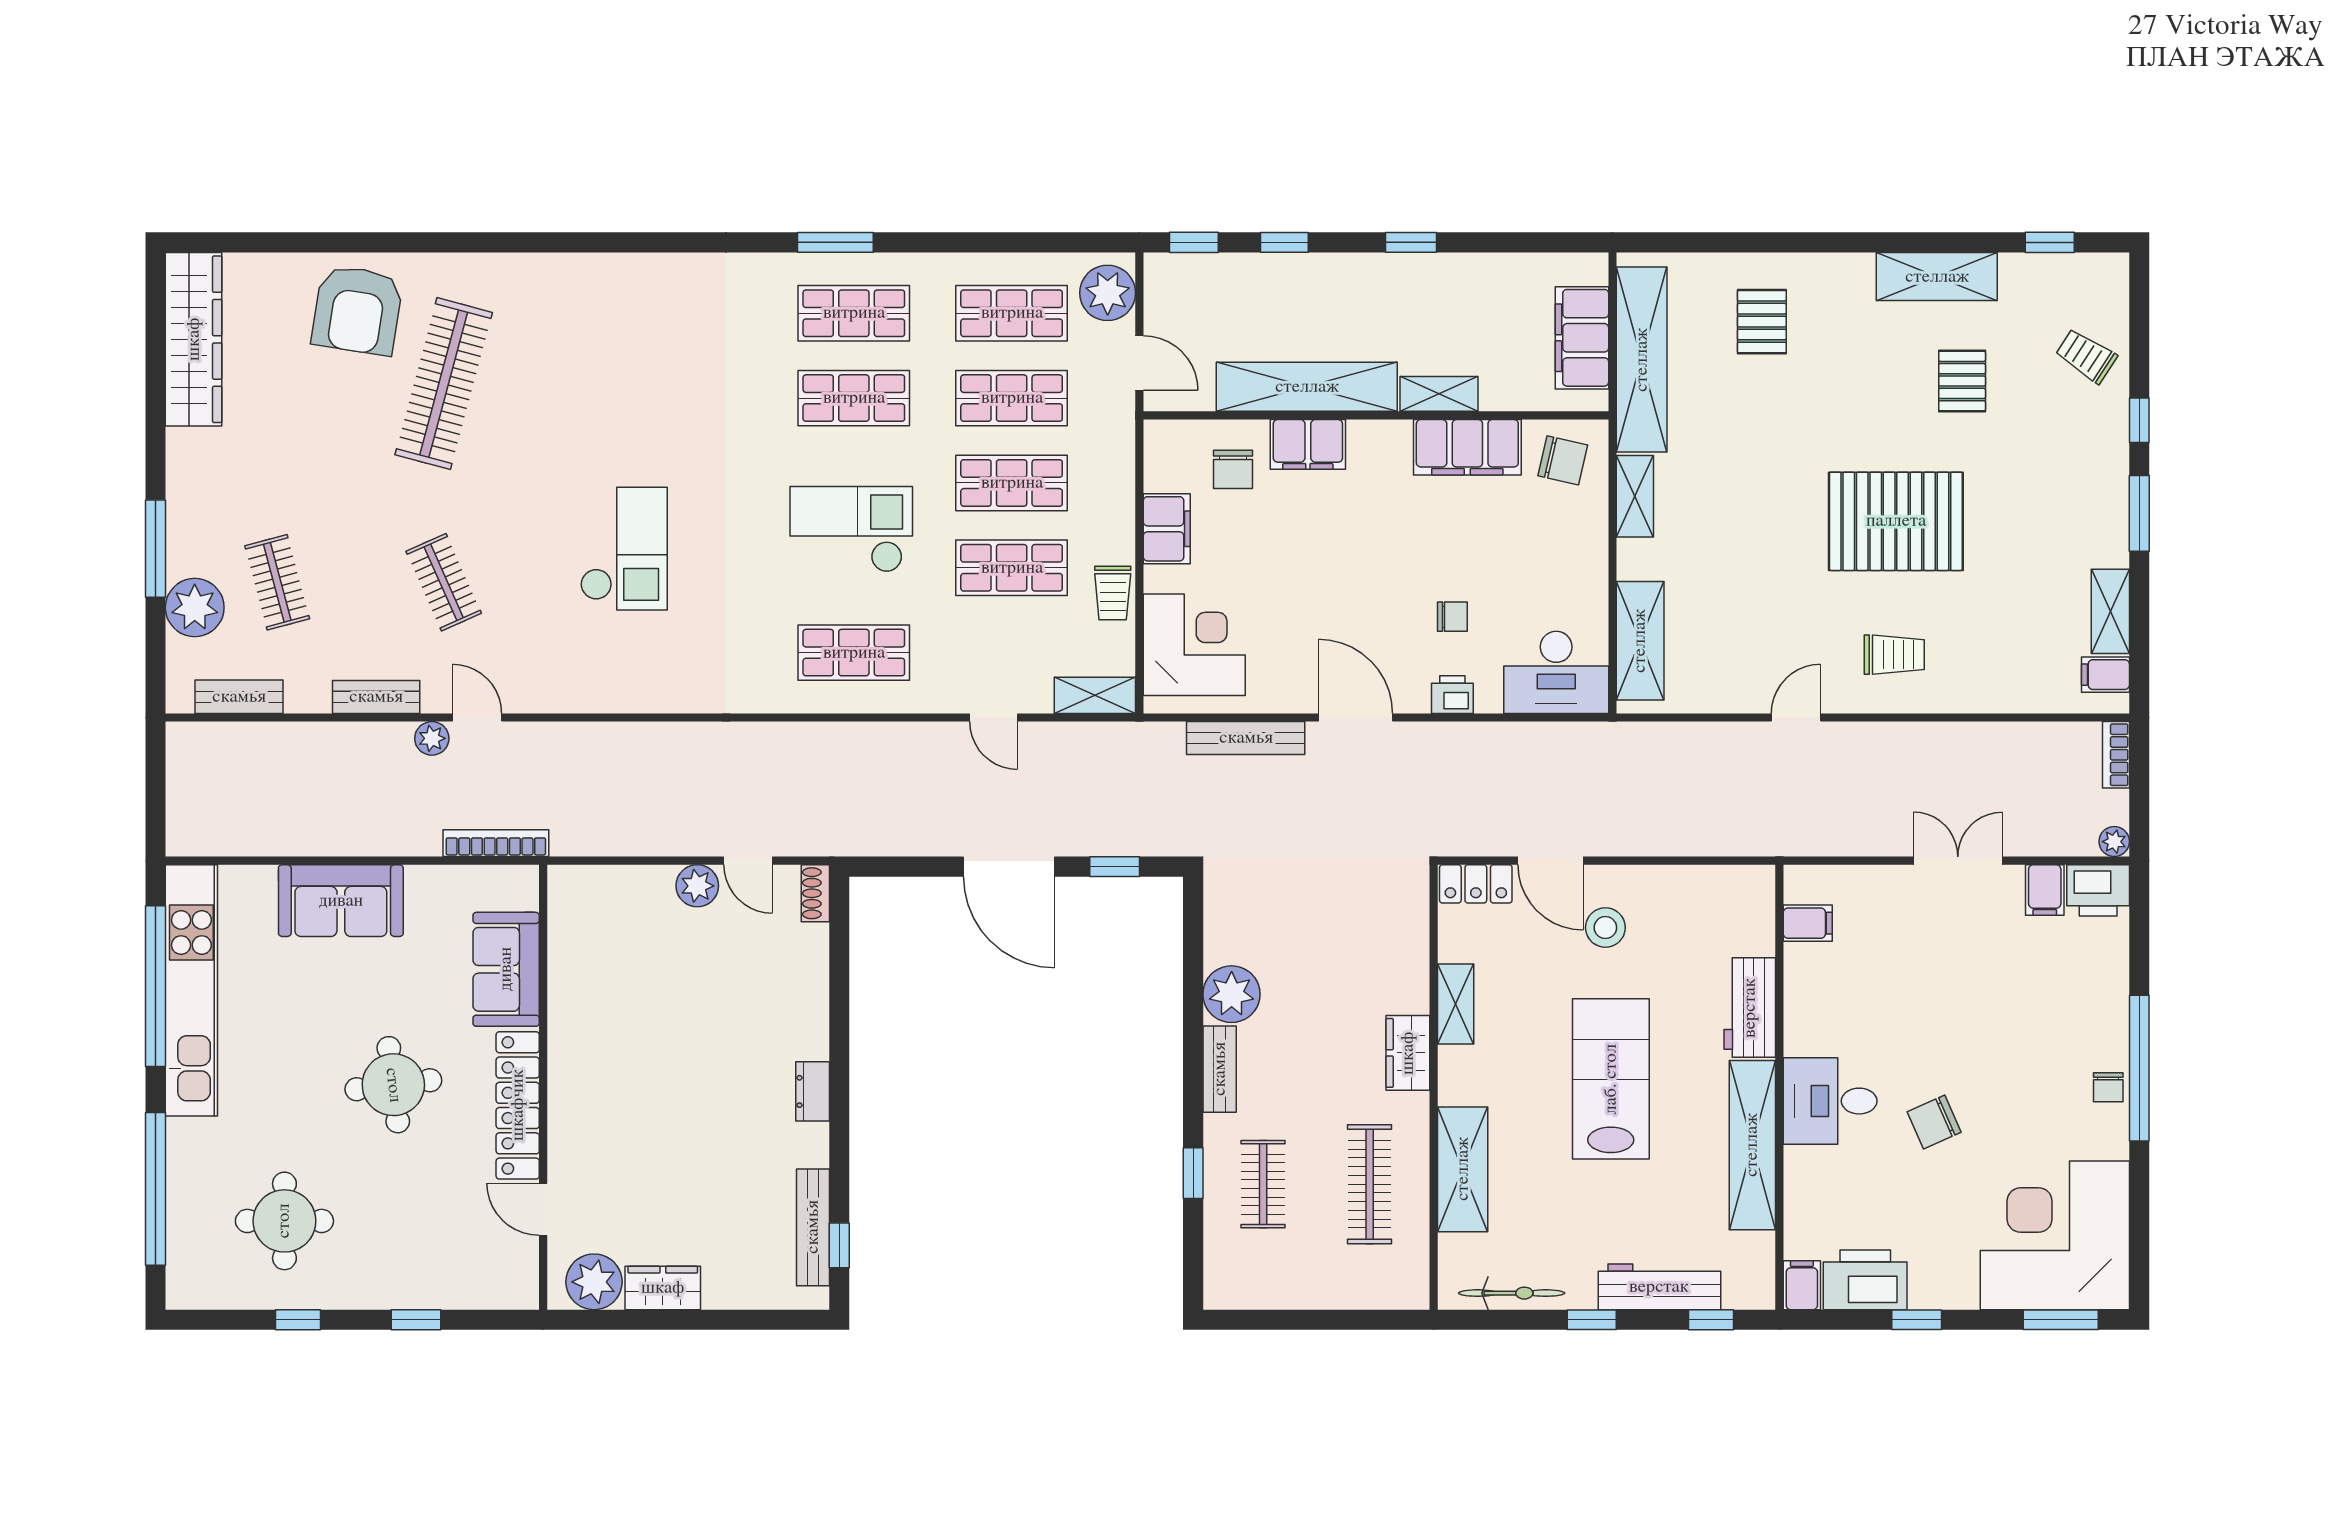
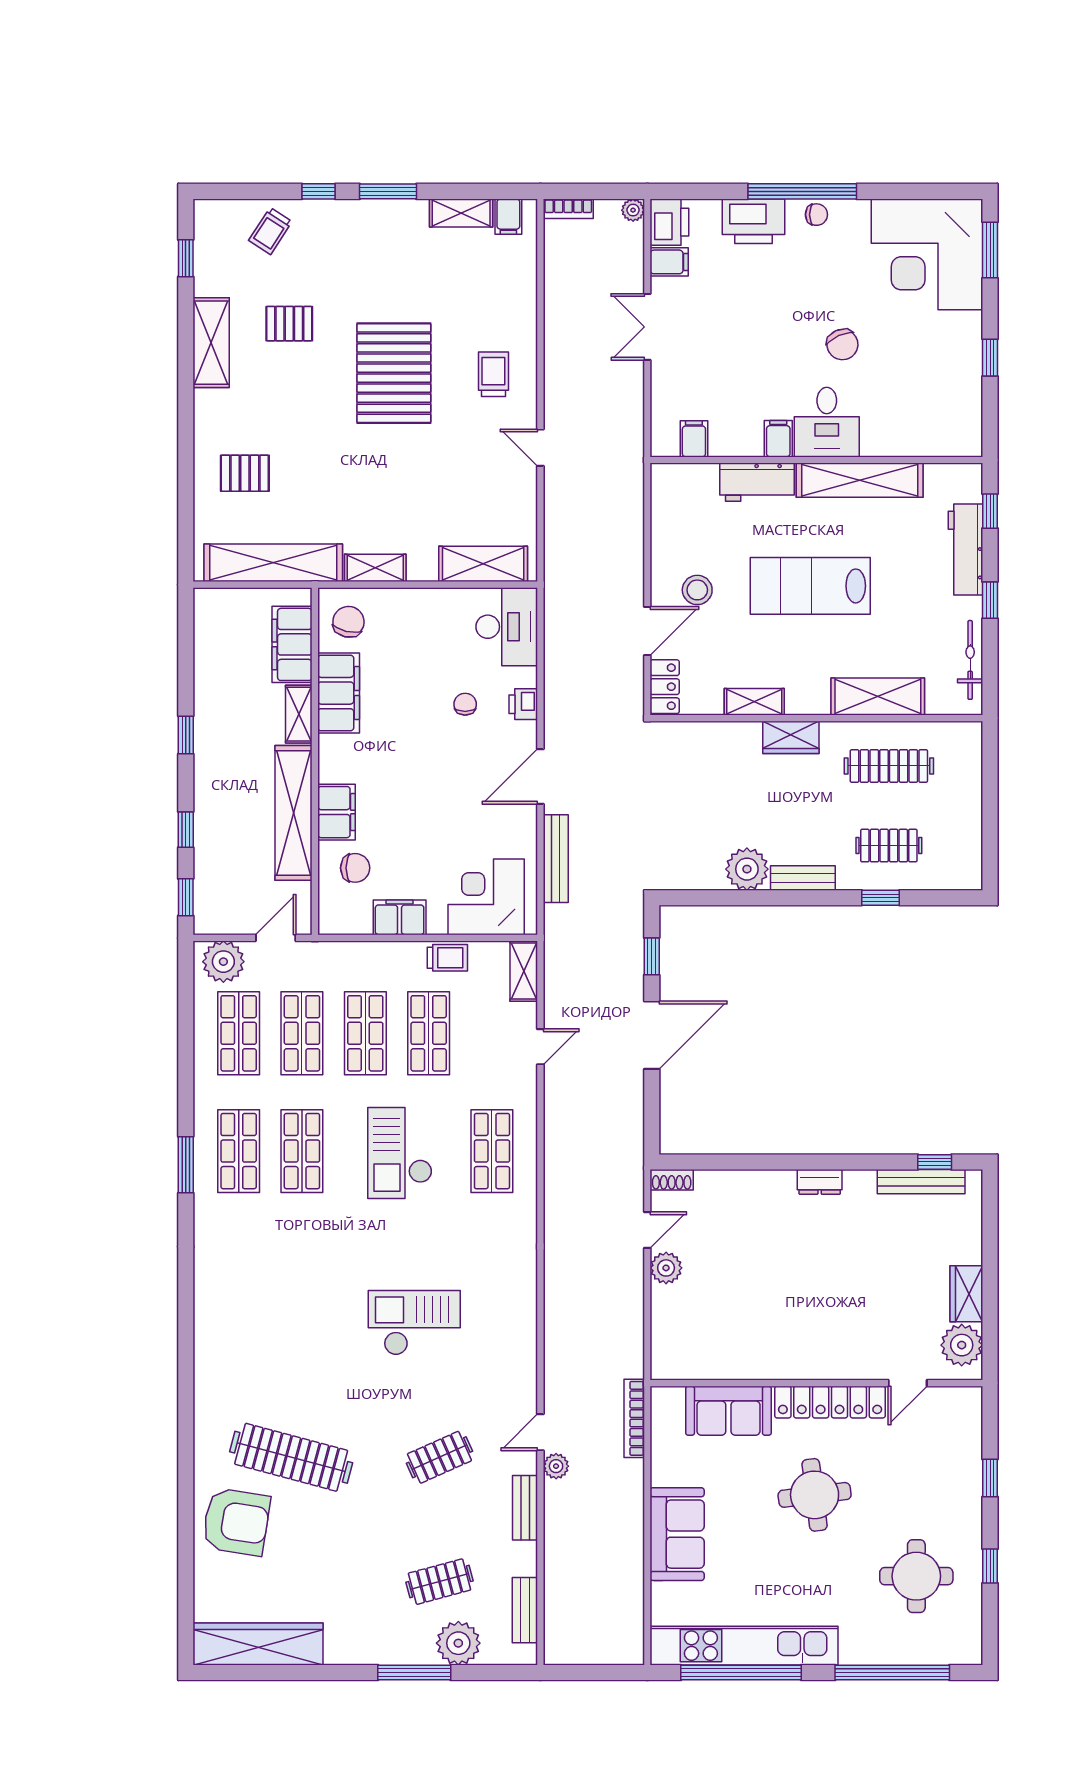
filing cabinet: (1582, 338) -> (292, 644), moved, turned 90
printer: (1865, 1280) -> (753, 221), moved, turned -90
filing cabinet: (1802, 1285) -> (778, 439), moved, turned 90

